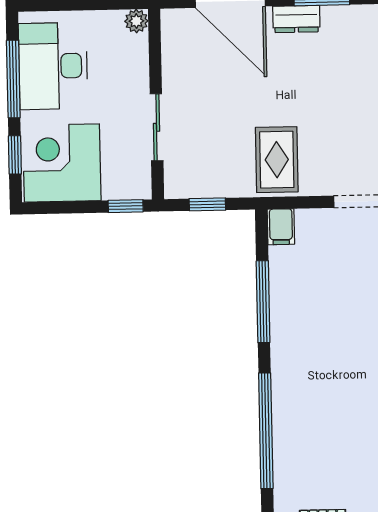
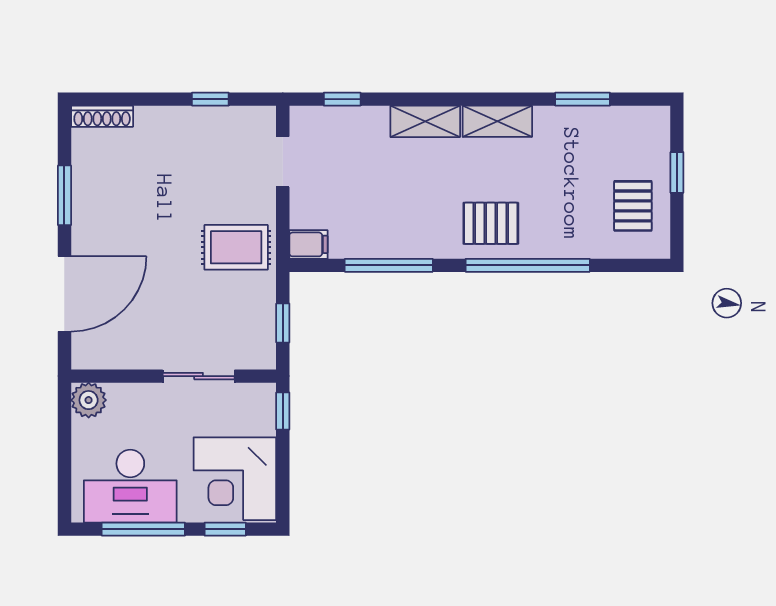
dresser: (296, 19) -> (85, 223), removed
plant: (136, 21) -> (89, 400), width x1.38, depth x1.38
pallet: (304, 396) -> (491, 223), added

